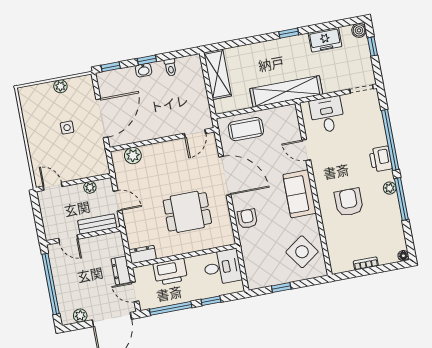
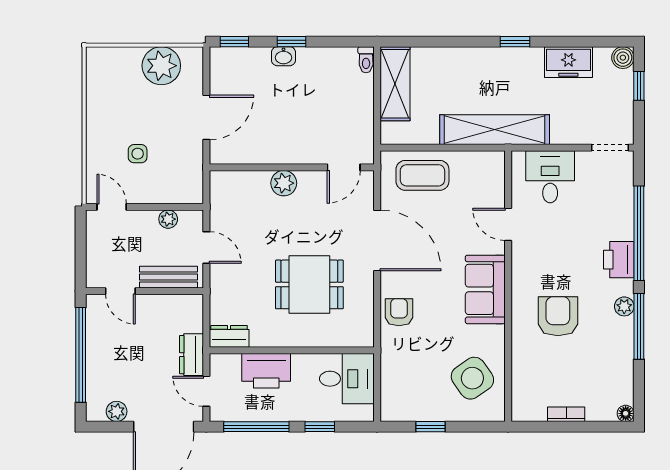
toilet: (171, 67) -> (366, 60), moved
plant: (60, 86) -> (161, 66), width x1.87, depth x1.87
door: (102, 118) -> (206, 117), width x0.73
side table: (67, 128) -> (138, 154), moved
plant: (133, 156) -> (284, 183), moved

